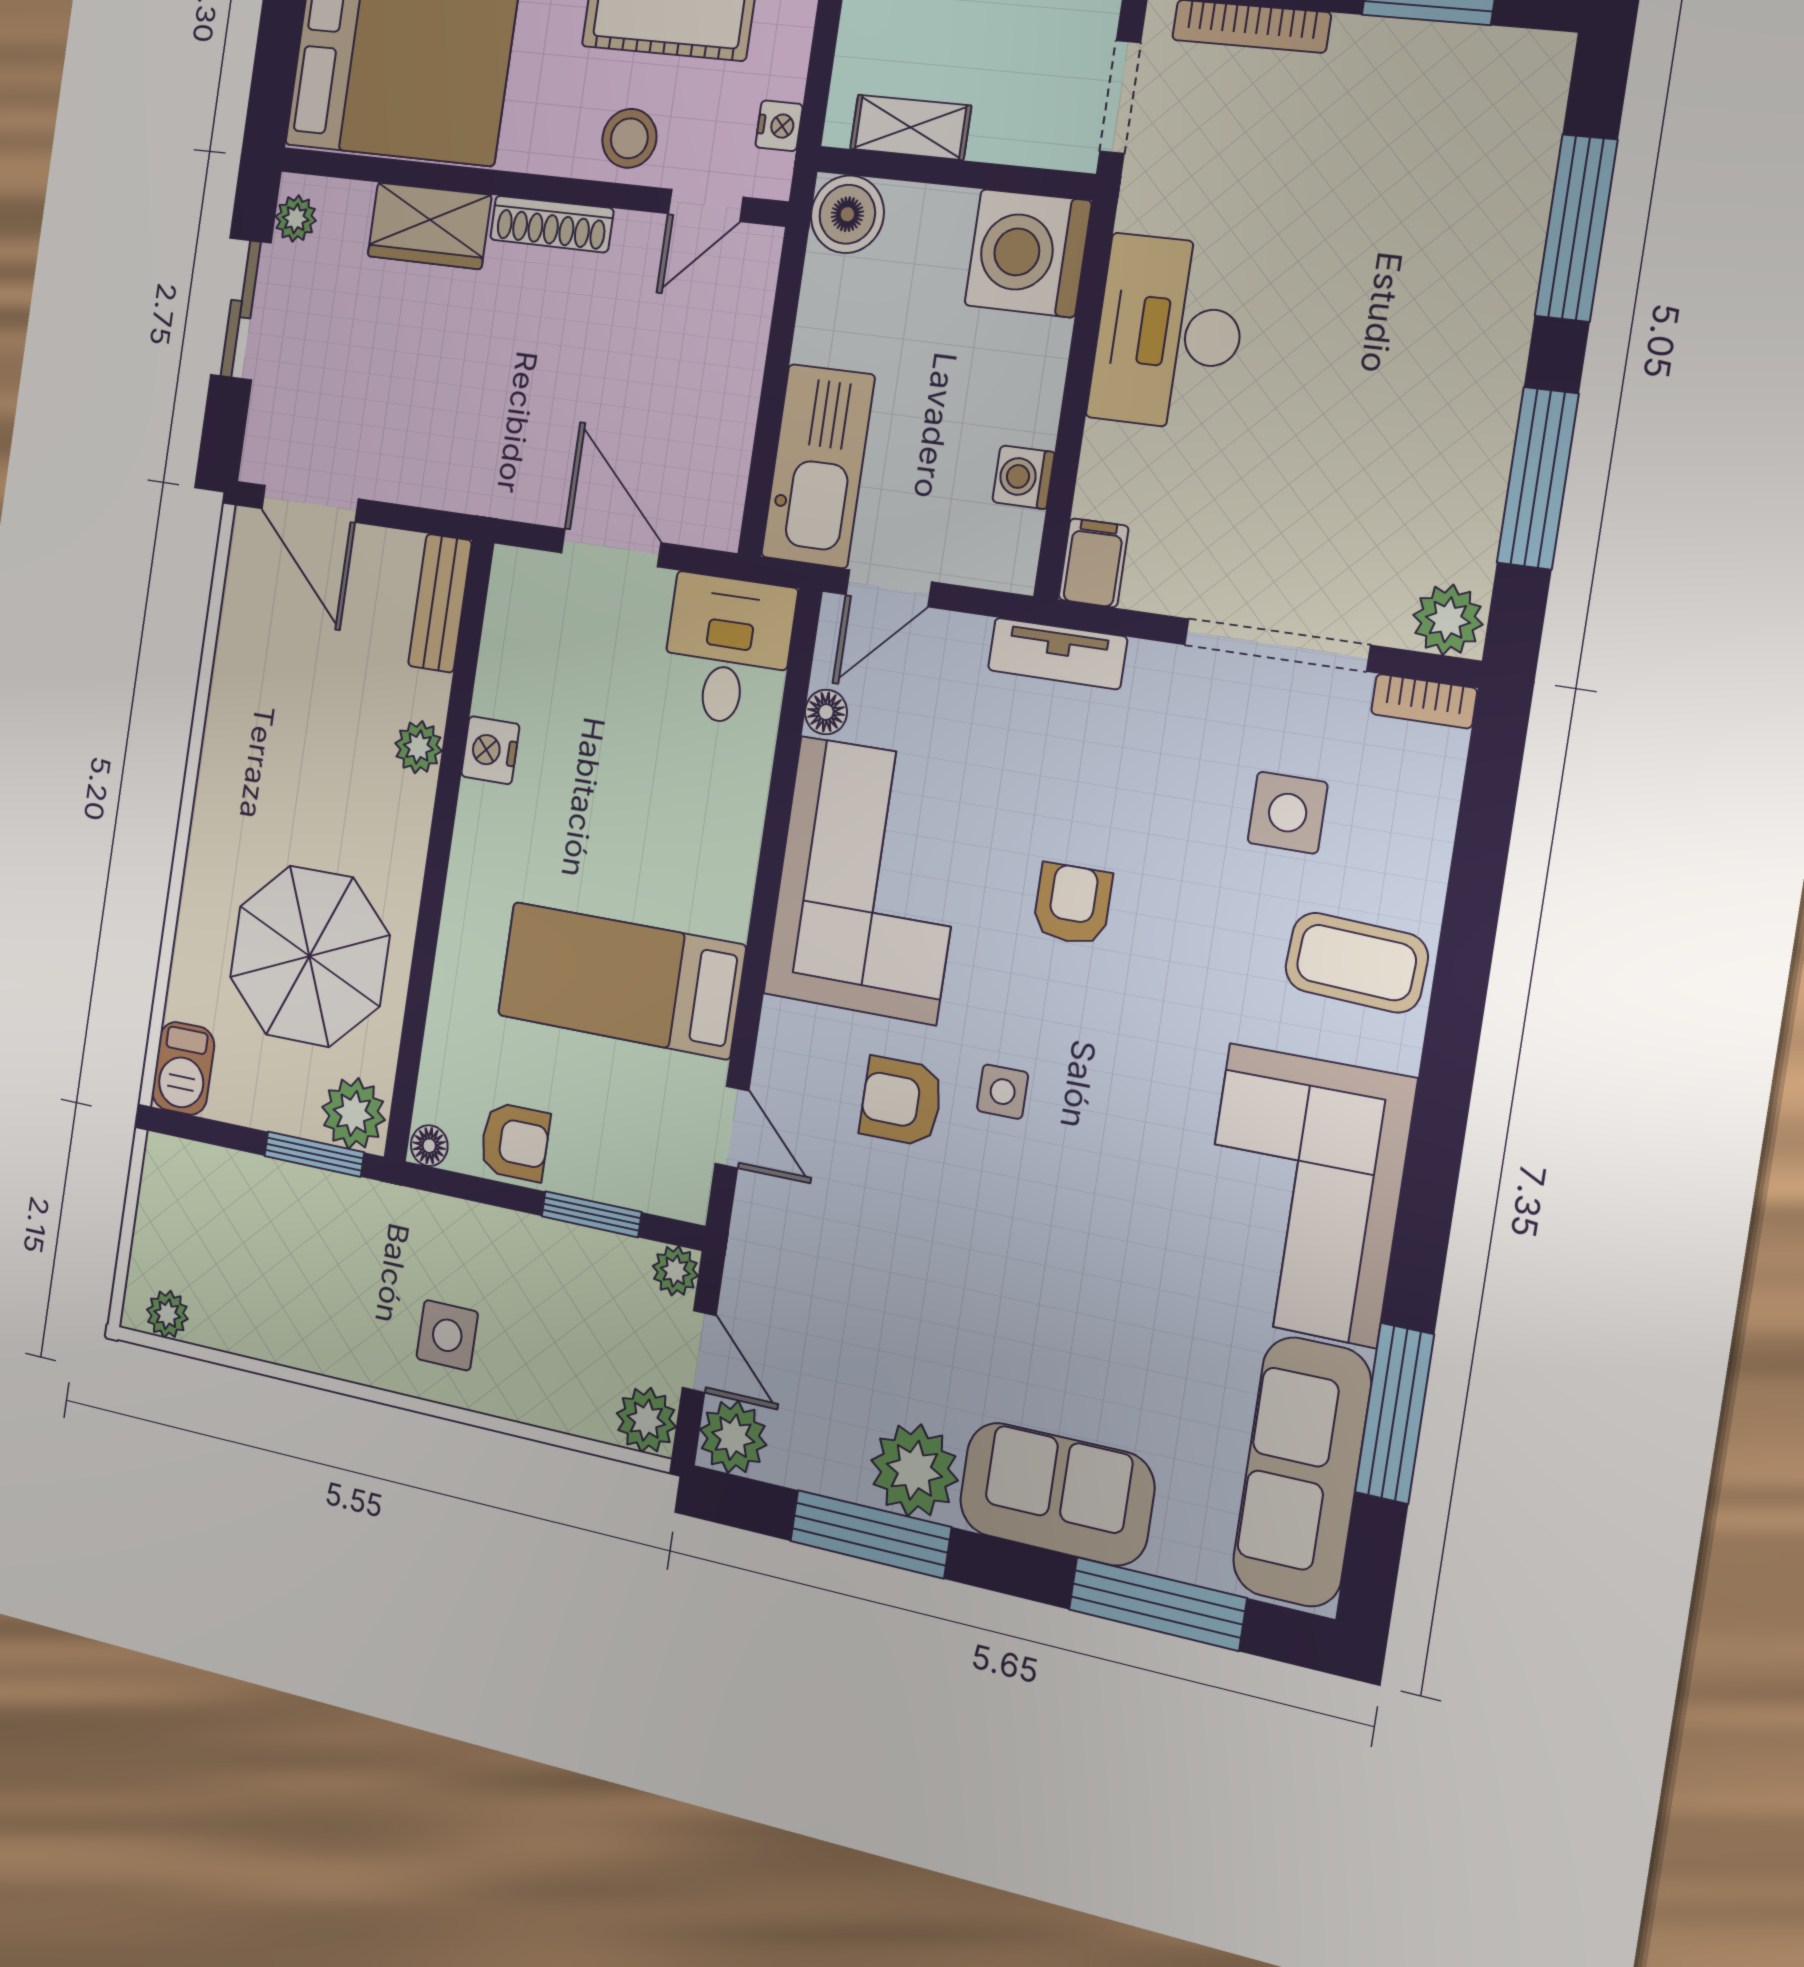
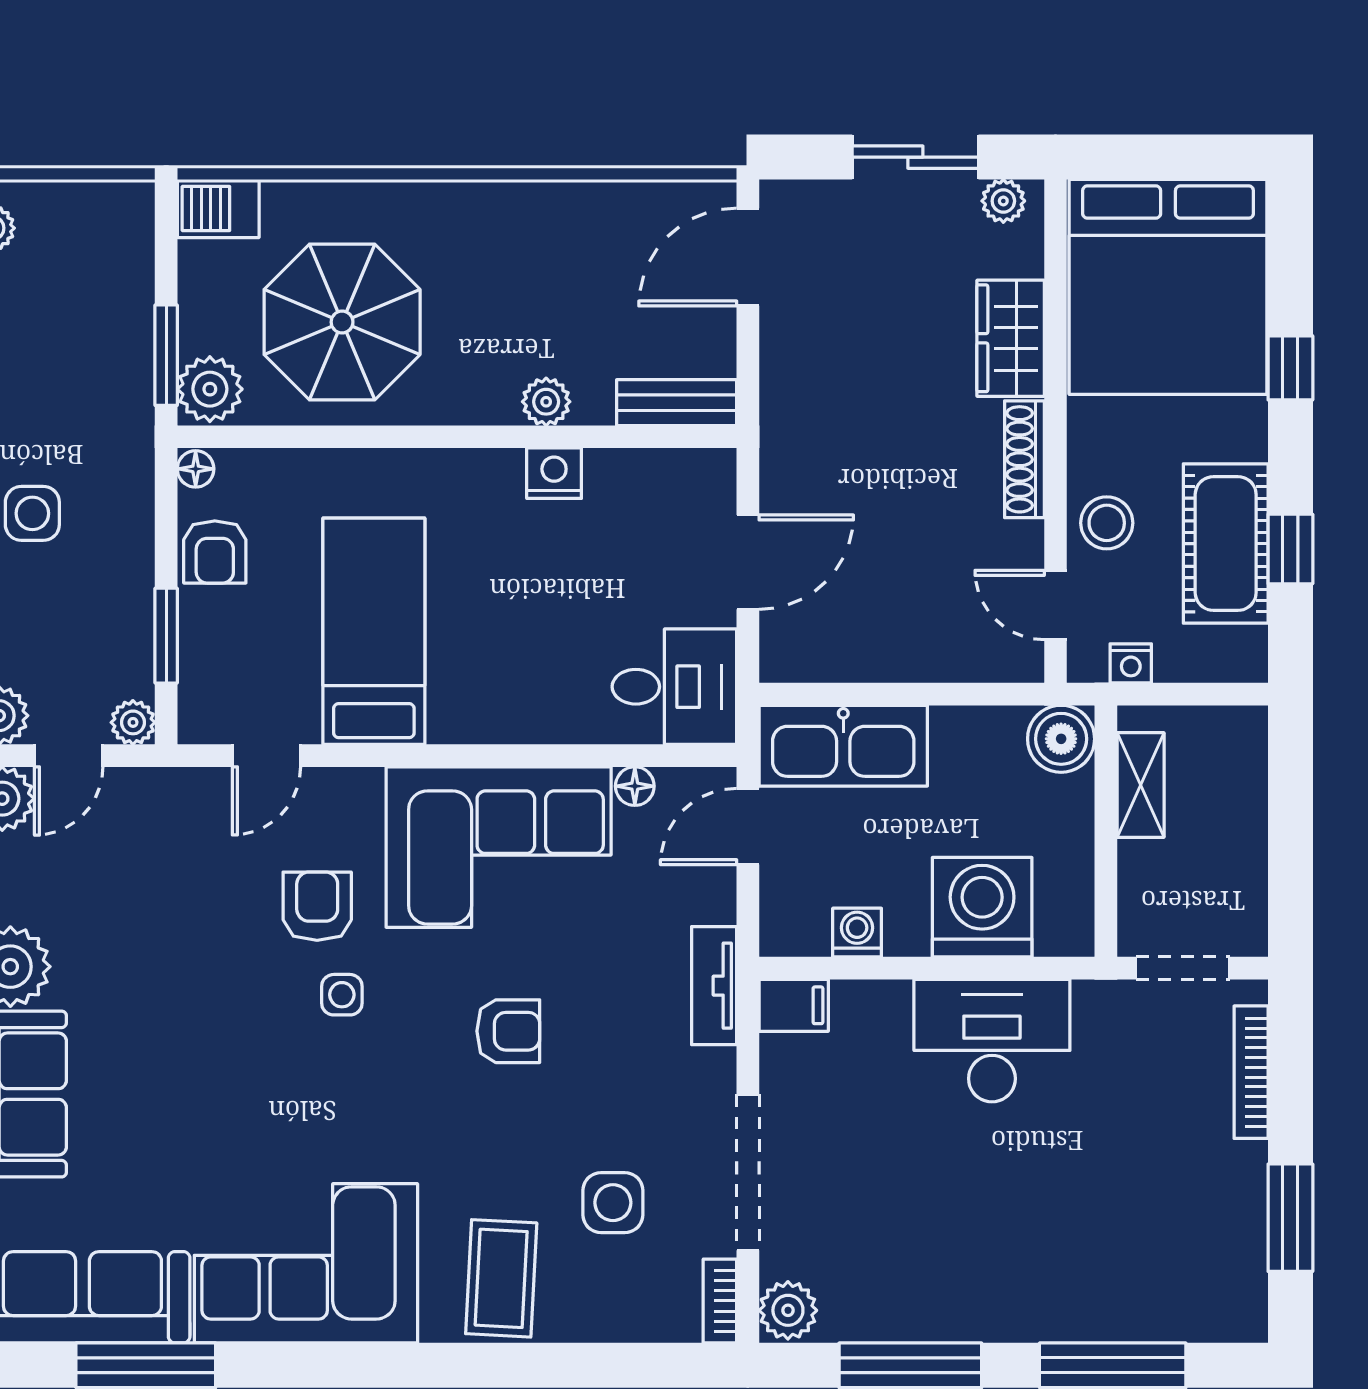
washing machine: (1028, 253) -> (982, 907), moved
door: (888, 588) -> (748, 827), hinge flipped

